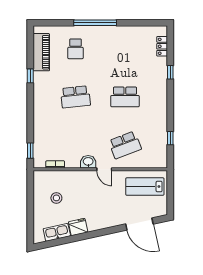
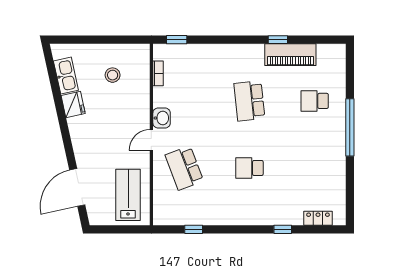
piano: (41, 52) -> (290, 55), moved
school desk: (125, 97) -> (249, 168), width x0.54

